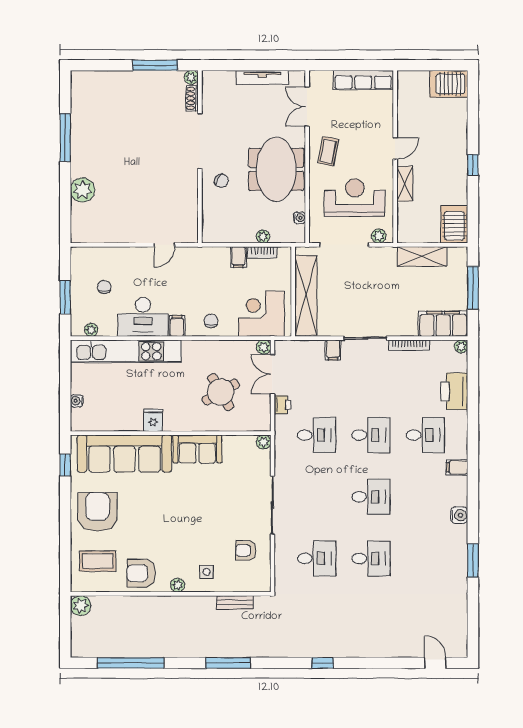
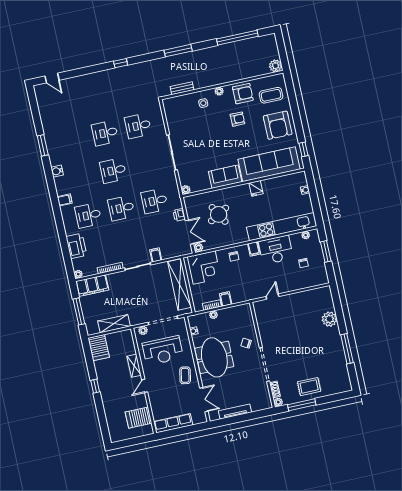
server rack: (449, 84) -> (138, 418), moved, turned 180
rug: (137, 91) -> (309, 387), added
armchair: (246, 550) -> (237, 119), moved

